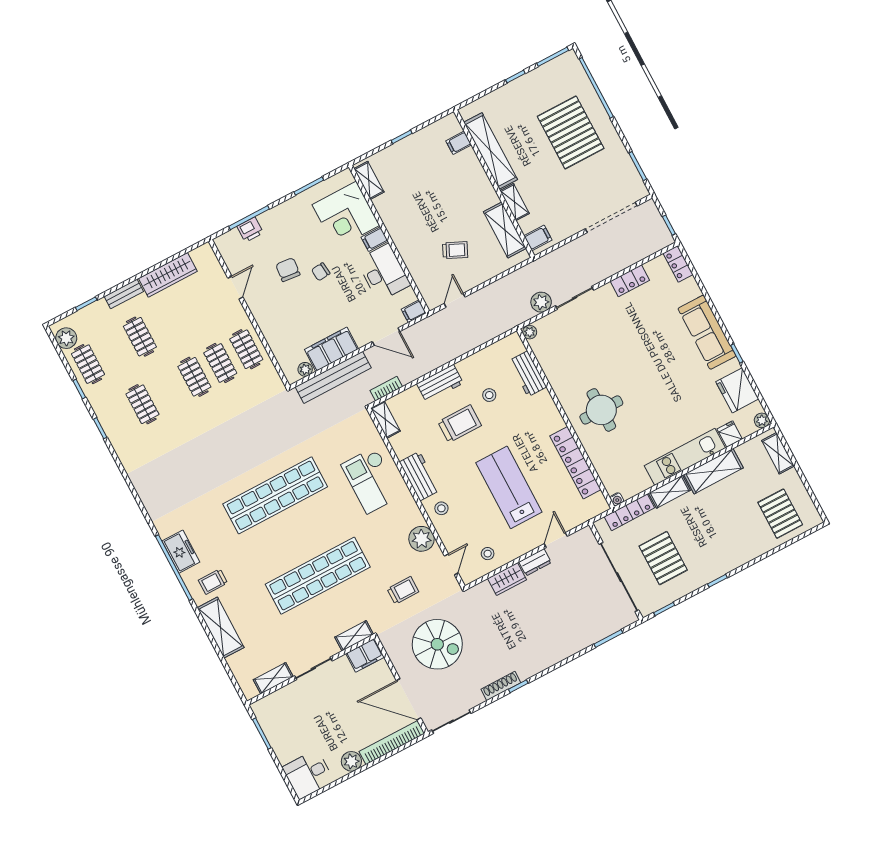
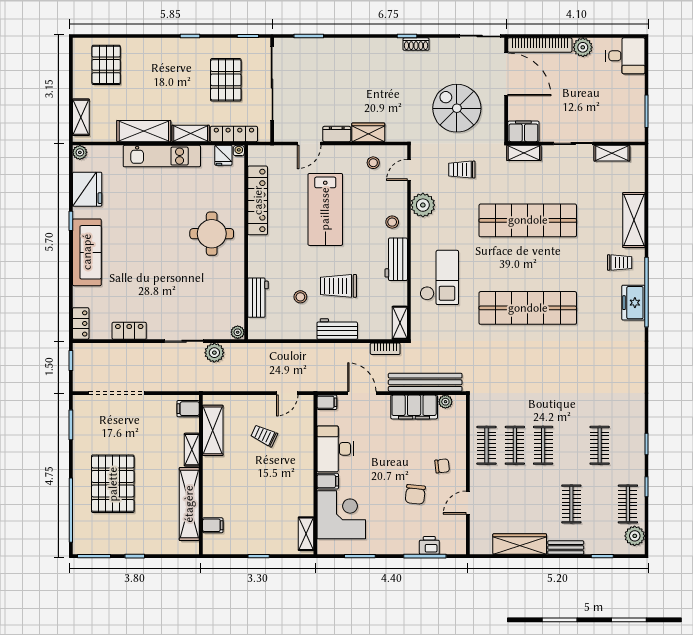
chair: (321, 272) -> (442, 466), moved
fridge: (730, 434) -> (223, 155), moved
shoe rack: (501, 686) -> (416, 44), width x0.70

